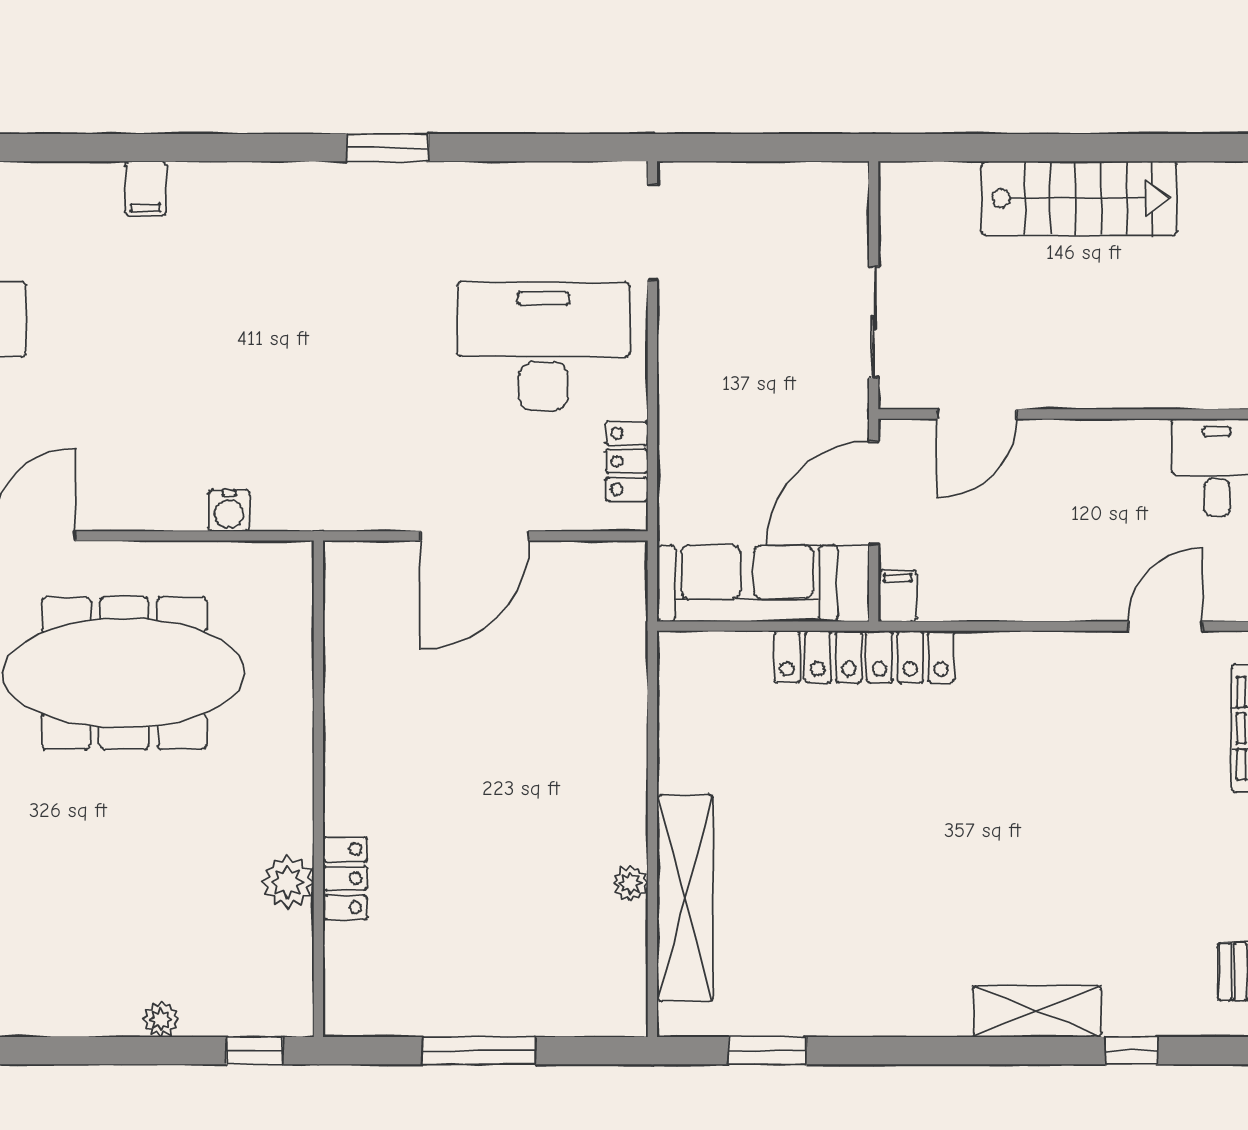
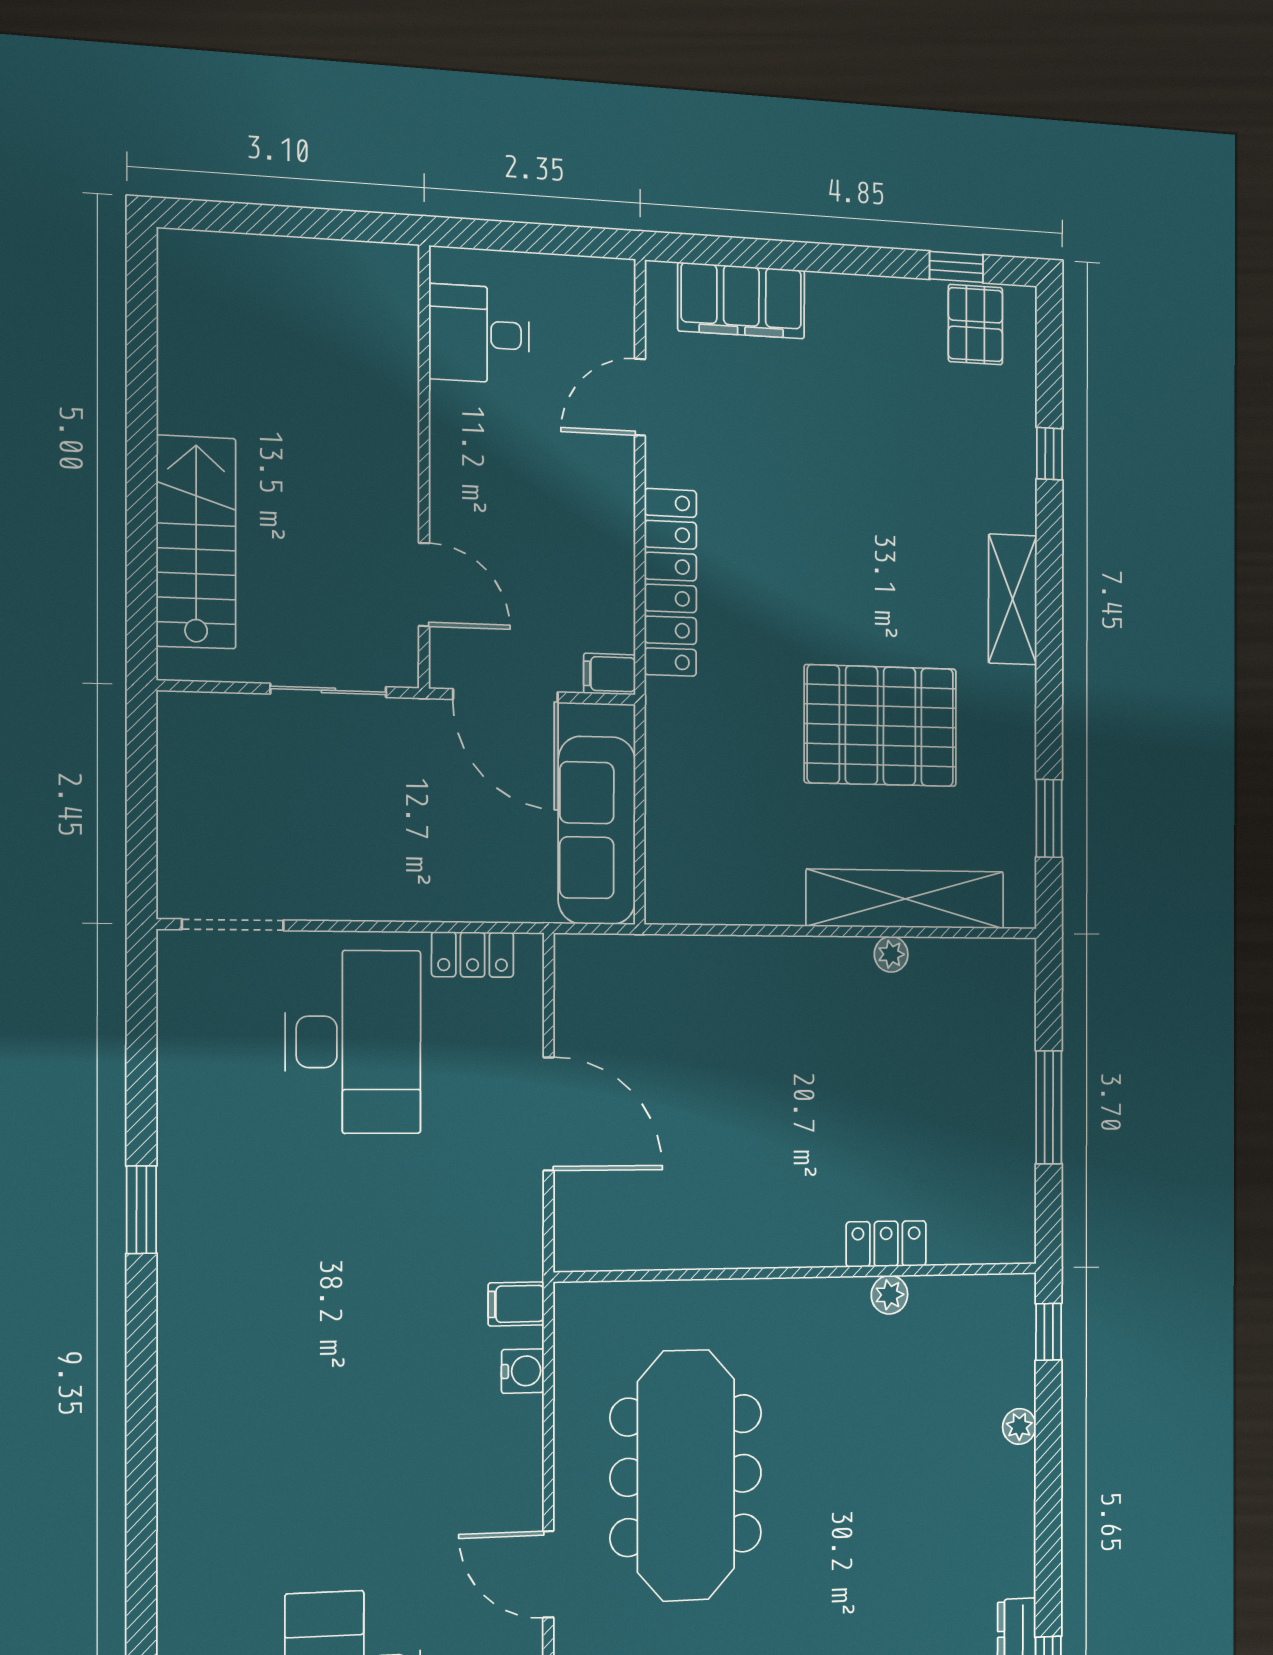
filing cabinet: (145, 189) -> (516, 1304), moved, turned 180
stairs: (1079, 198) -> (196, 542), moved
desk: (543, 346) -> (353, 1042), turned 180
door: (1165, 626) -> (640, 397), hinge flipped
locker: (864, 657) -> (670, 582), moved
pallet: (855, 872) -> (880, 726), added
plant: (288, 882) -> (889, 1295), width x0.73, depth x0.73
shelving: (1037, 1011) -> (1013, 599), moved

